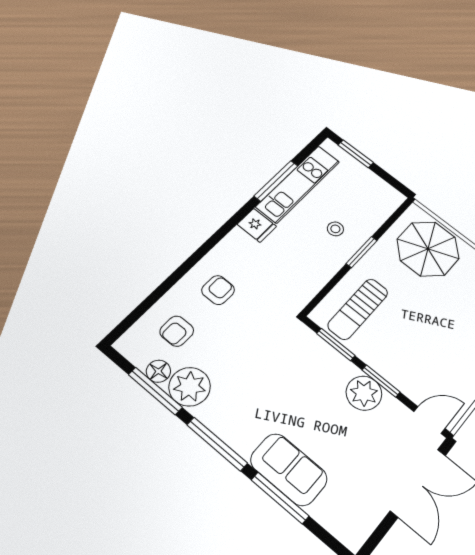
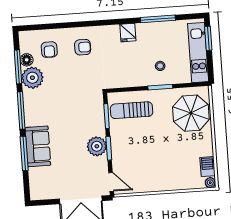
kitchen unit: (298, 184) -> (198, 53), moved, turned 90
armchair: (177, 331) -> (49, 50), turned -90

